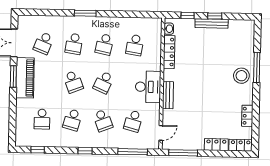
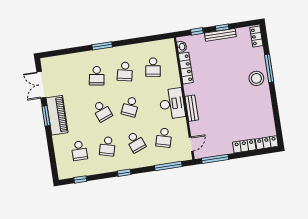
school desk: (44, 43) -> (69, 80), removed
locker: (247, 116) -> (256, 37), moved

